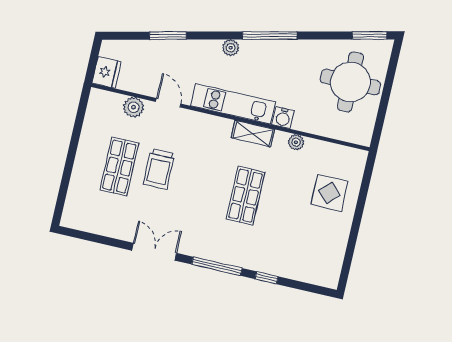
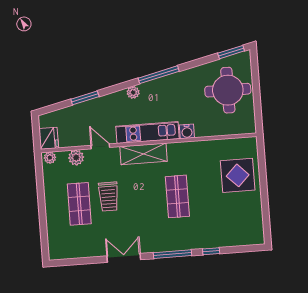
shelving: (253, 134) -> (144, 154), moved, width x1.50, depth x1.33
plant: (296, 142) -> (50, 158), moved
display table: (329, 193) -> (238, 175), width x1.36, depth x1.36

